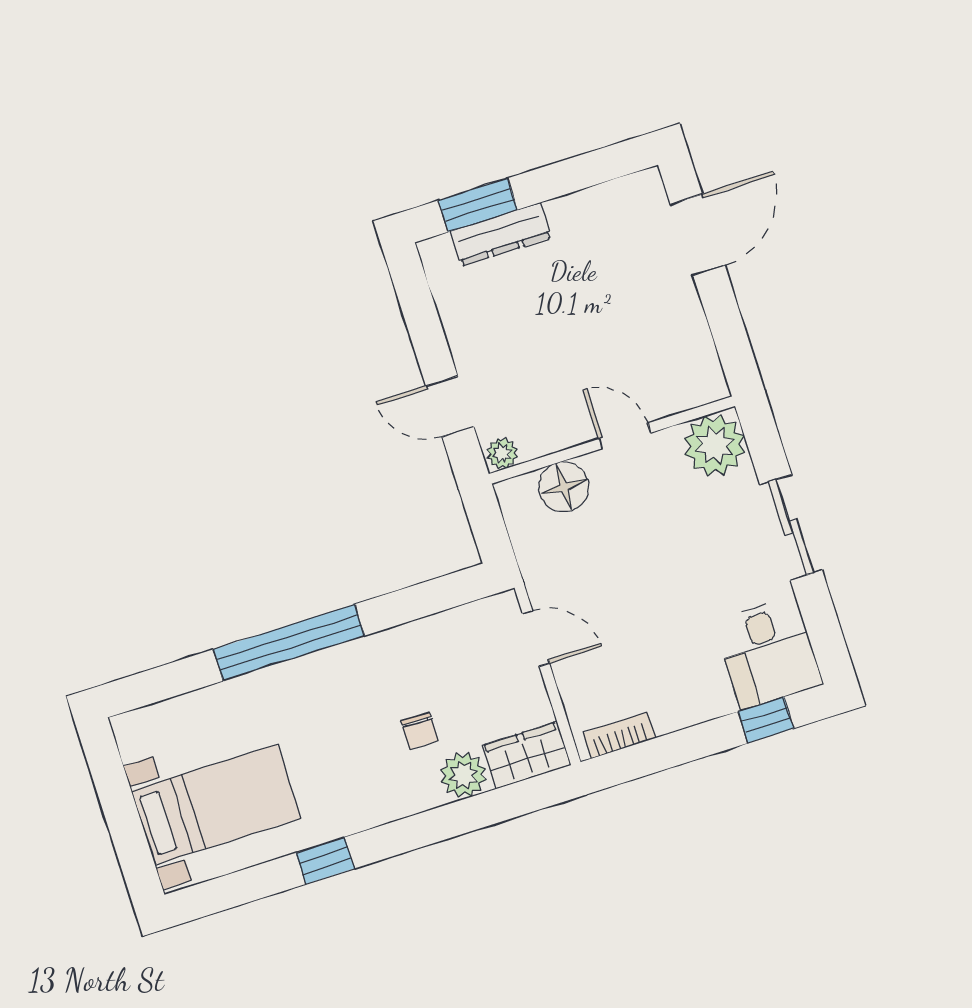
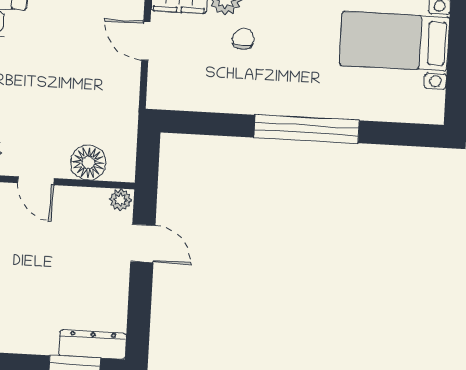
dresser: (501, 234) -> (93, 345), moved
door: (536, 638) -> (146, 41), moved

